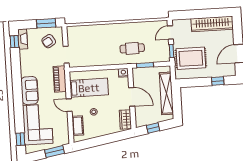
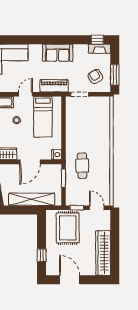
sofa: (30, 90) -> (58, 53), moved

